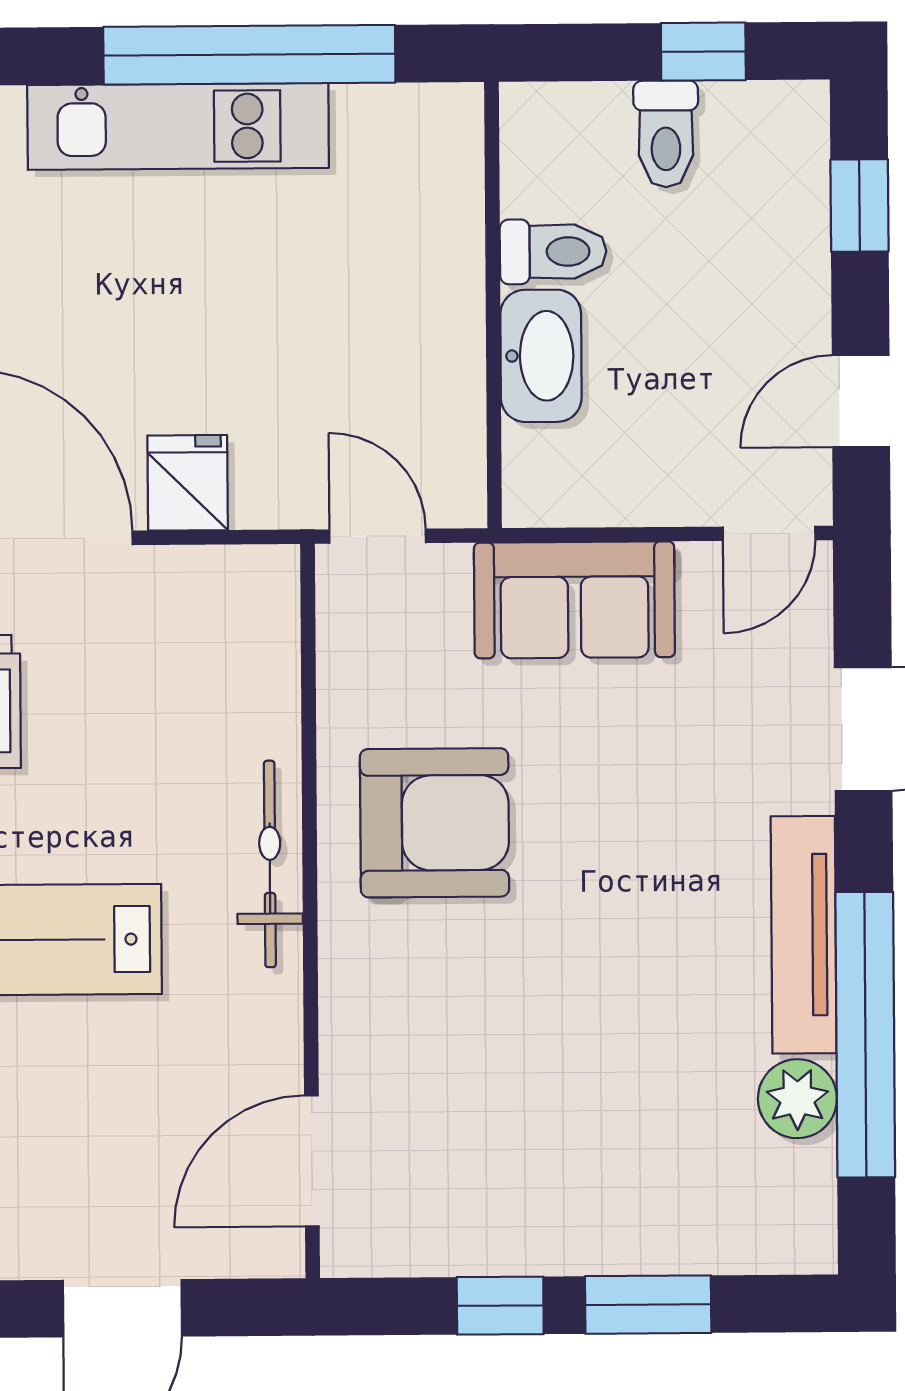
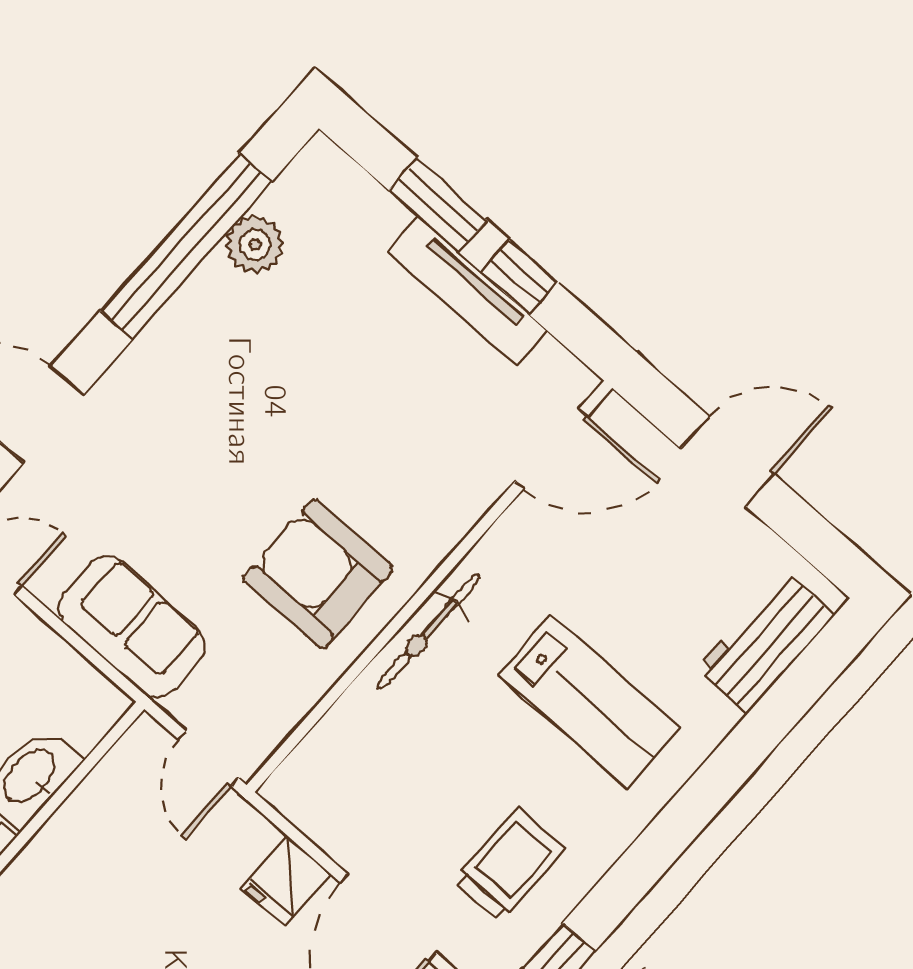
tv unit: (804, 935) -> (467, 291), moved, turned 90

